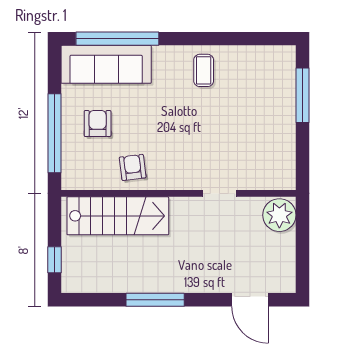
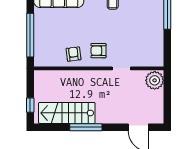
armchair: (98, 124) -> (98, 51), moved, turned -90
stairs: (118, 216) -> (67, 113), moved, turned 180

